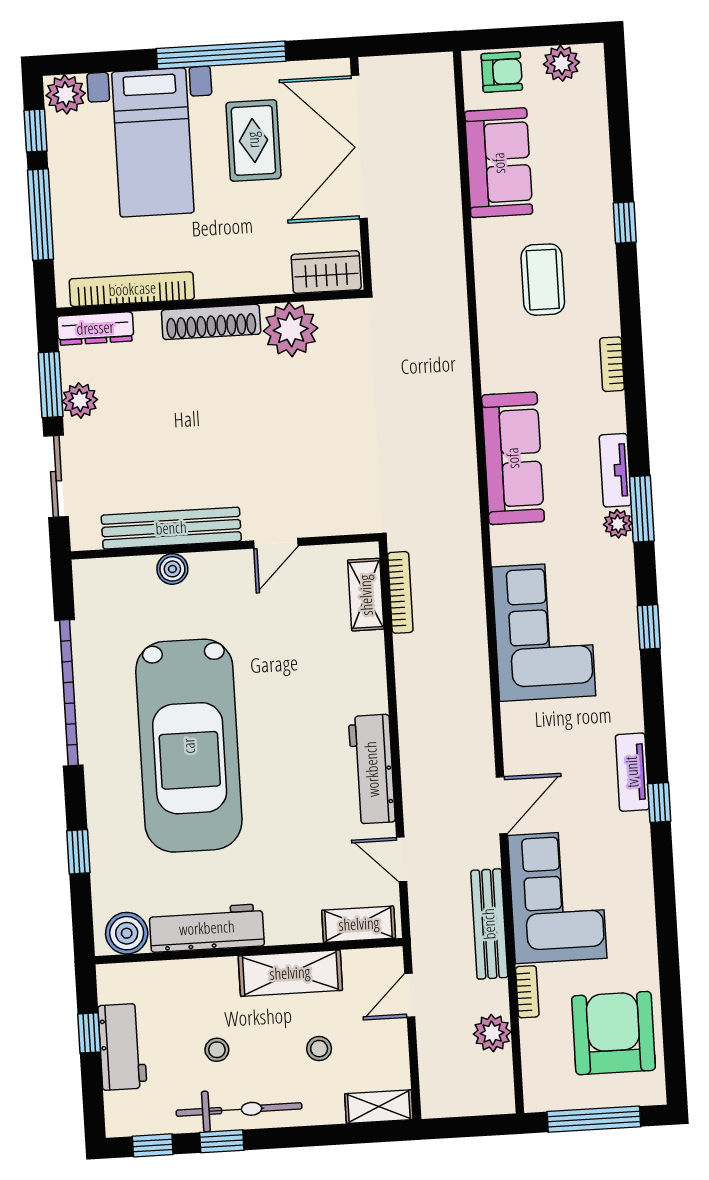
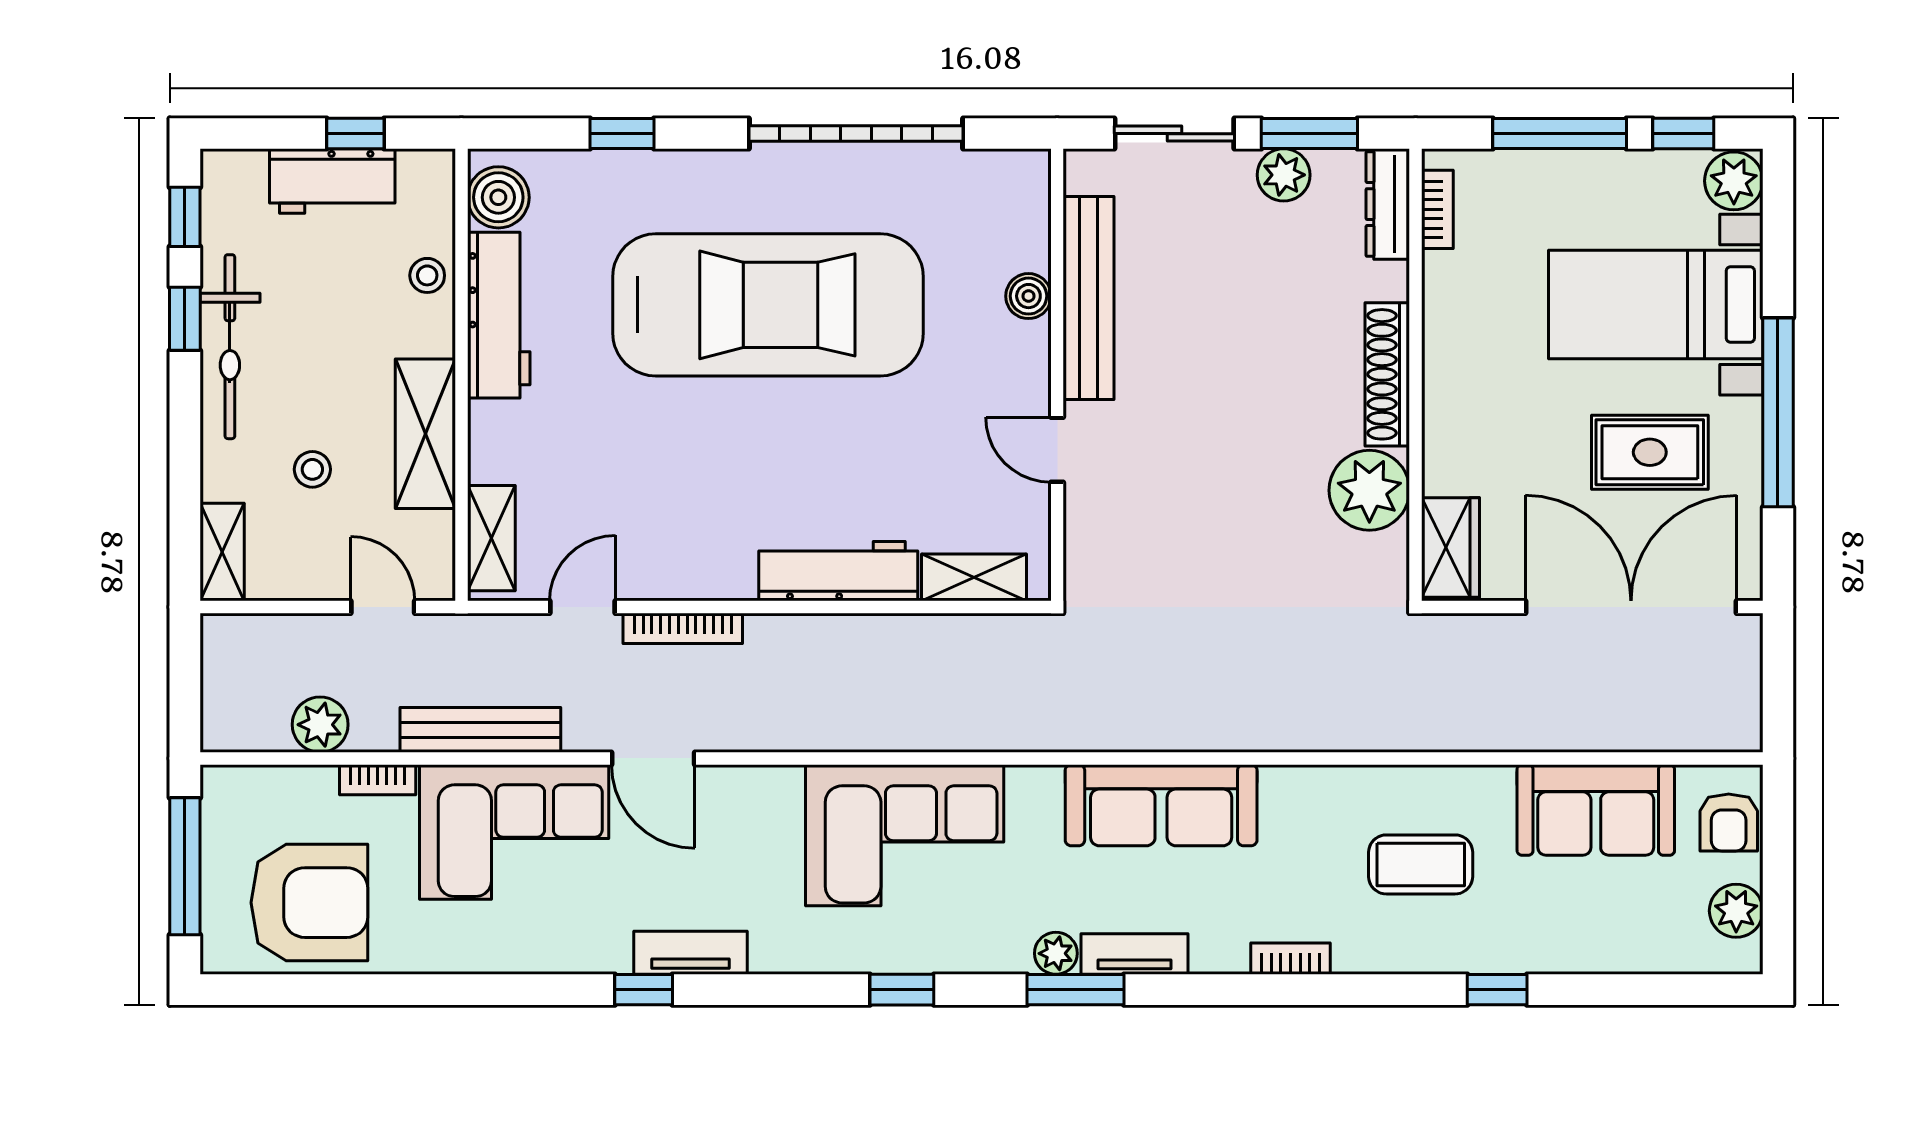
bookcase: (132, 289) -> (1437, 209), width x0.43, depth x0.76
bookcase: (400, 592) -> (683, 628), moved
car: (189, 746) -> (768, 305), turned 180
workbench: (372, 769) -> (838, 571), moved
stool: (217, 1050) -> (427, 275), moved

